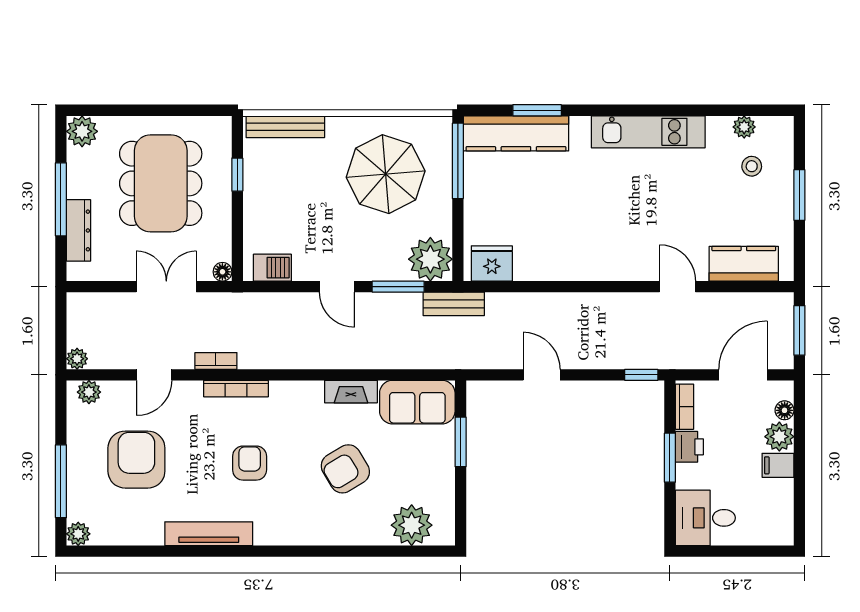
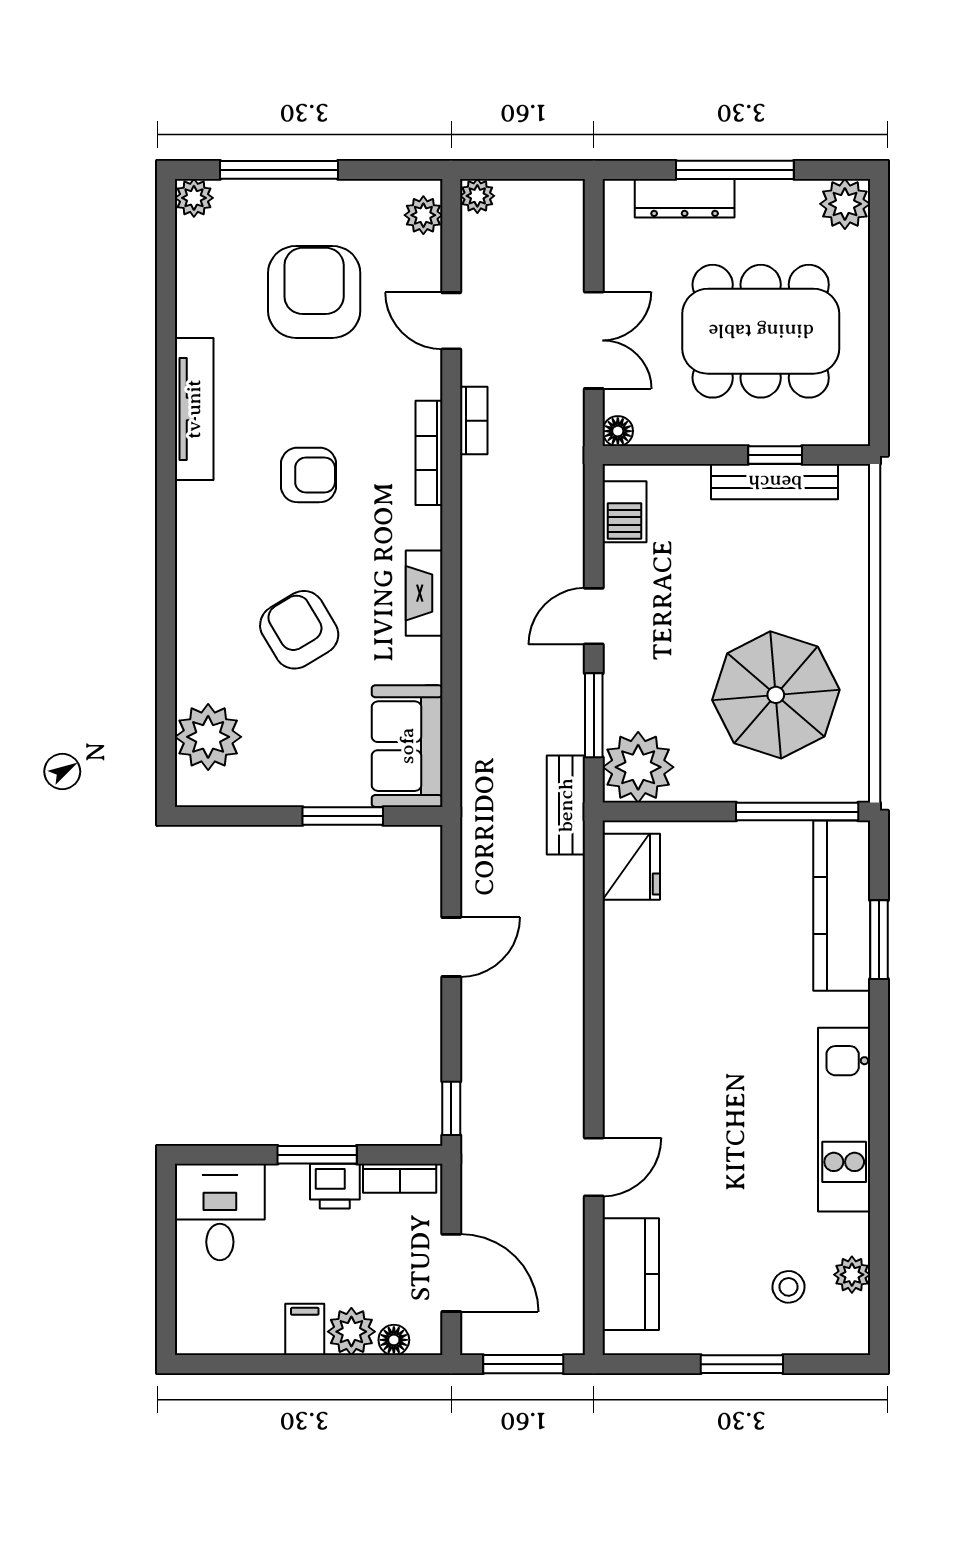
bench: (285, 127) -> (775, 482), moved, turned 90
fireplace: (351, 392) -> (424, 593), moved
armchair: (136, 460) -> (314, 292), turned -90

